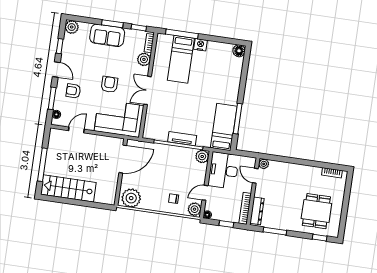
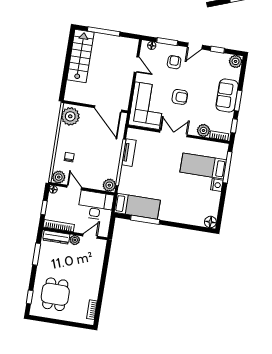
tv unit: (182, 139) -> (129, 153), moved
plant: (264, 164) -> (75, 240), moved
dining table: (316, 211) -> (55, 294), turned 90

